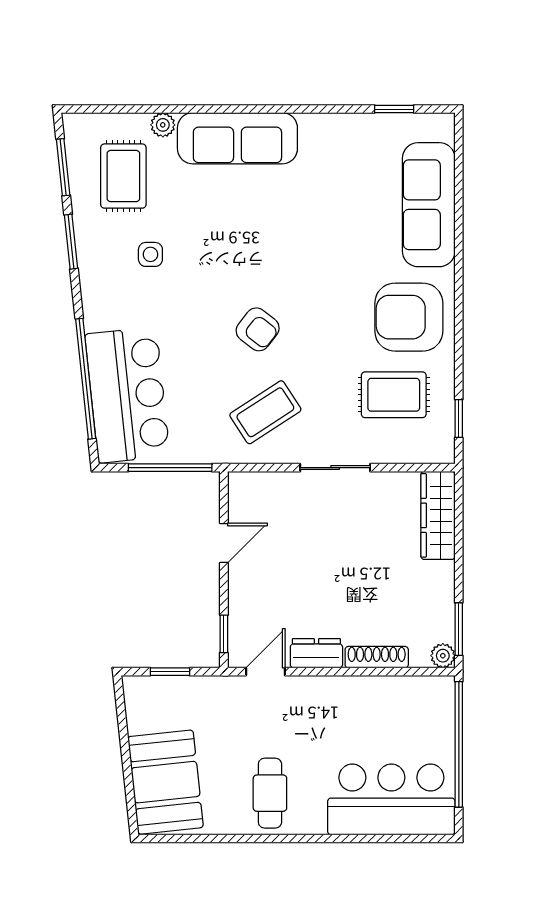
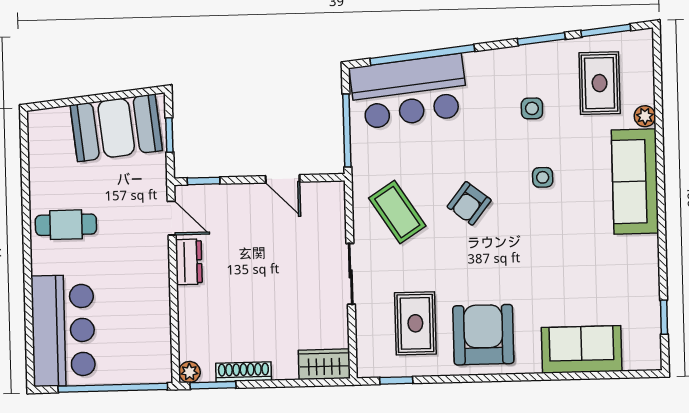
rug: (123, 176) -> (600, 83), turned 90
sofa: (429, 205) -> (582, 349), width x0.73
side table: (230, 244) -> (543, 177), added
wardrobe: (438, 515) -> (324, 364), width x0.67
shoe rack: (377, 657) -> (244, 372), moved, turned -90
booth: (165, 782) -> (116, 128), moved

